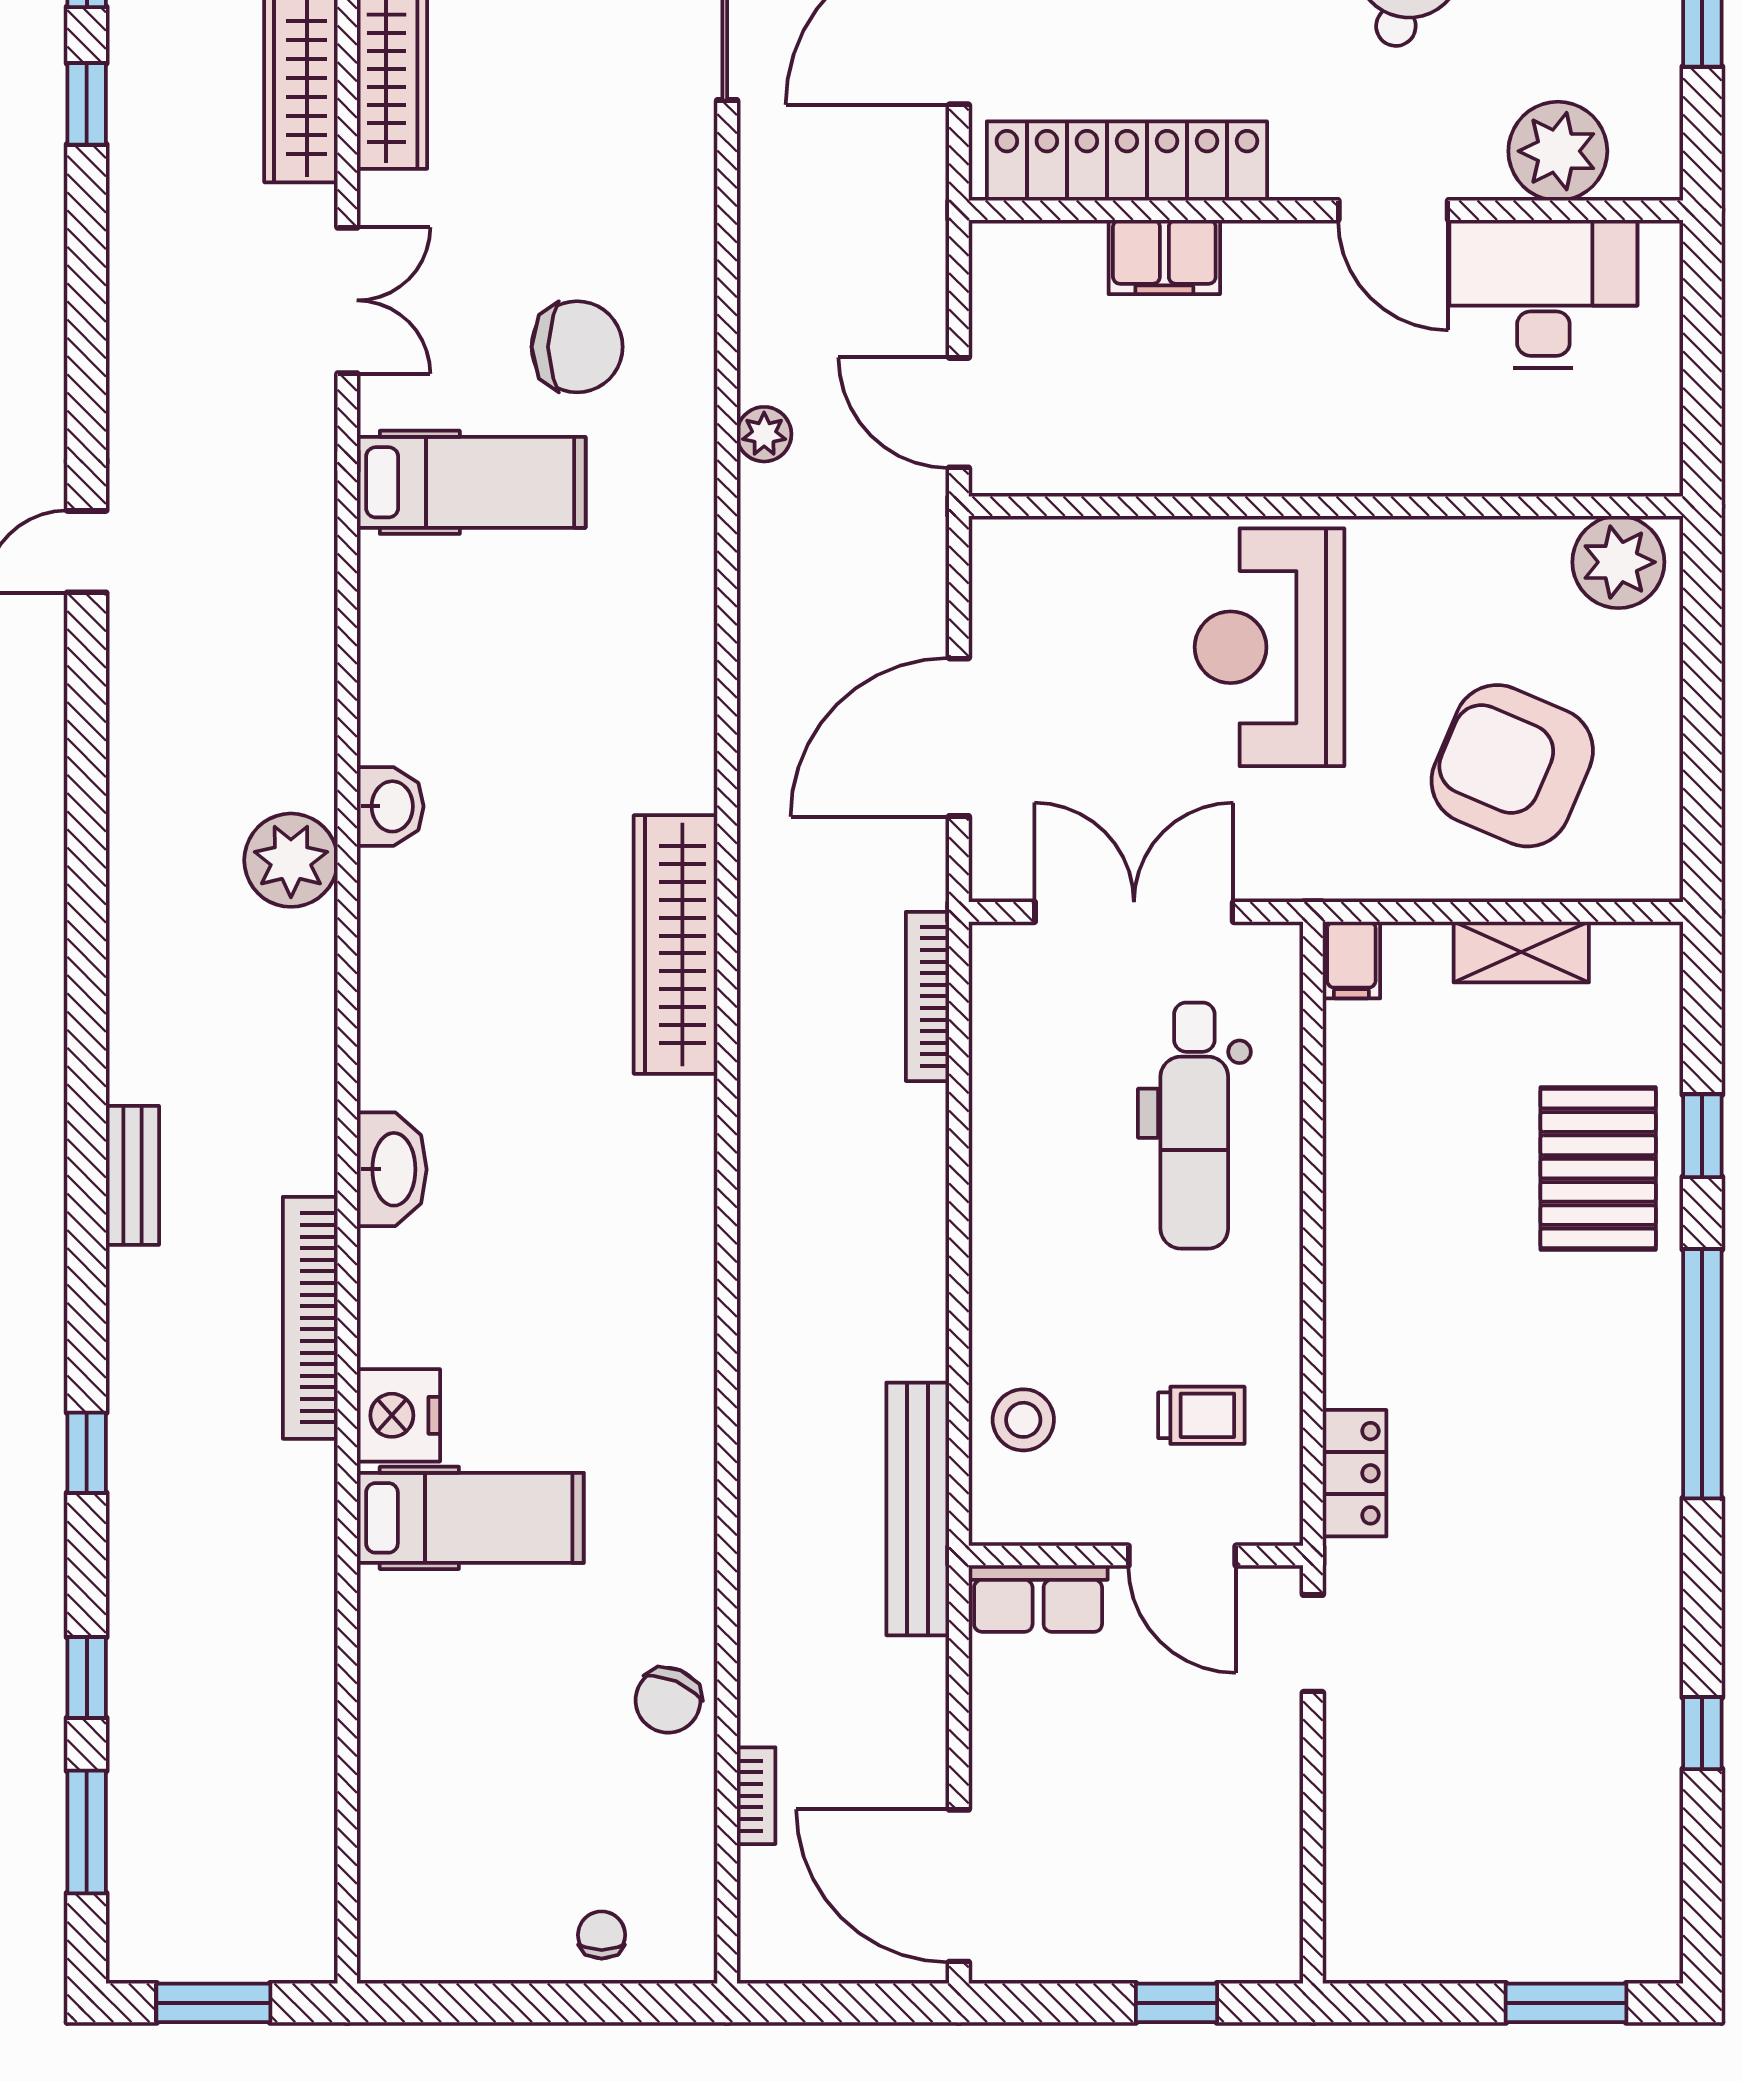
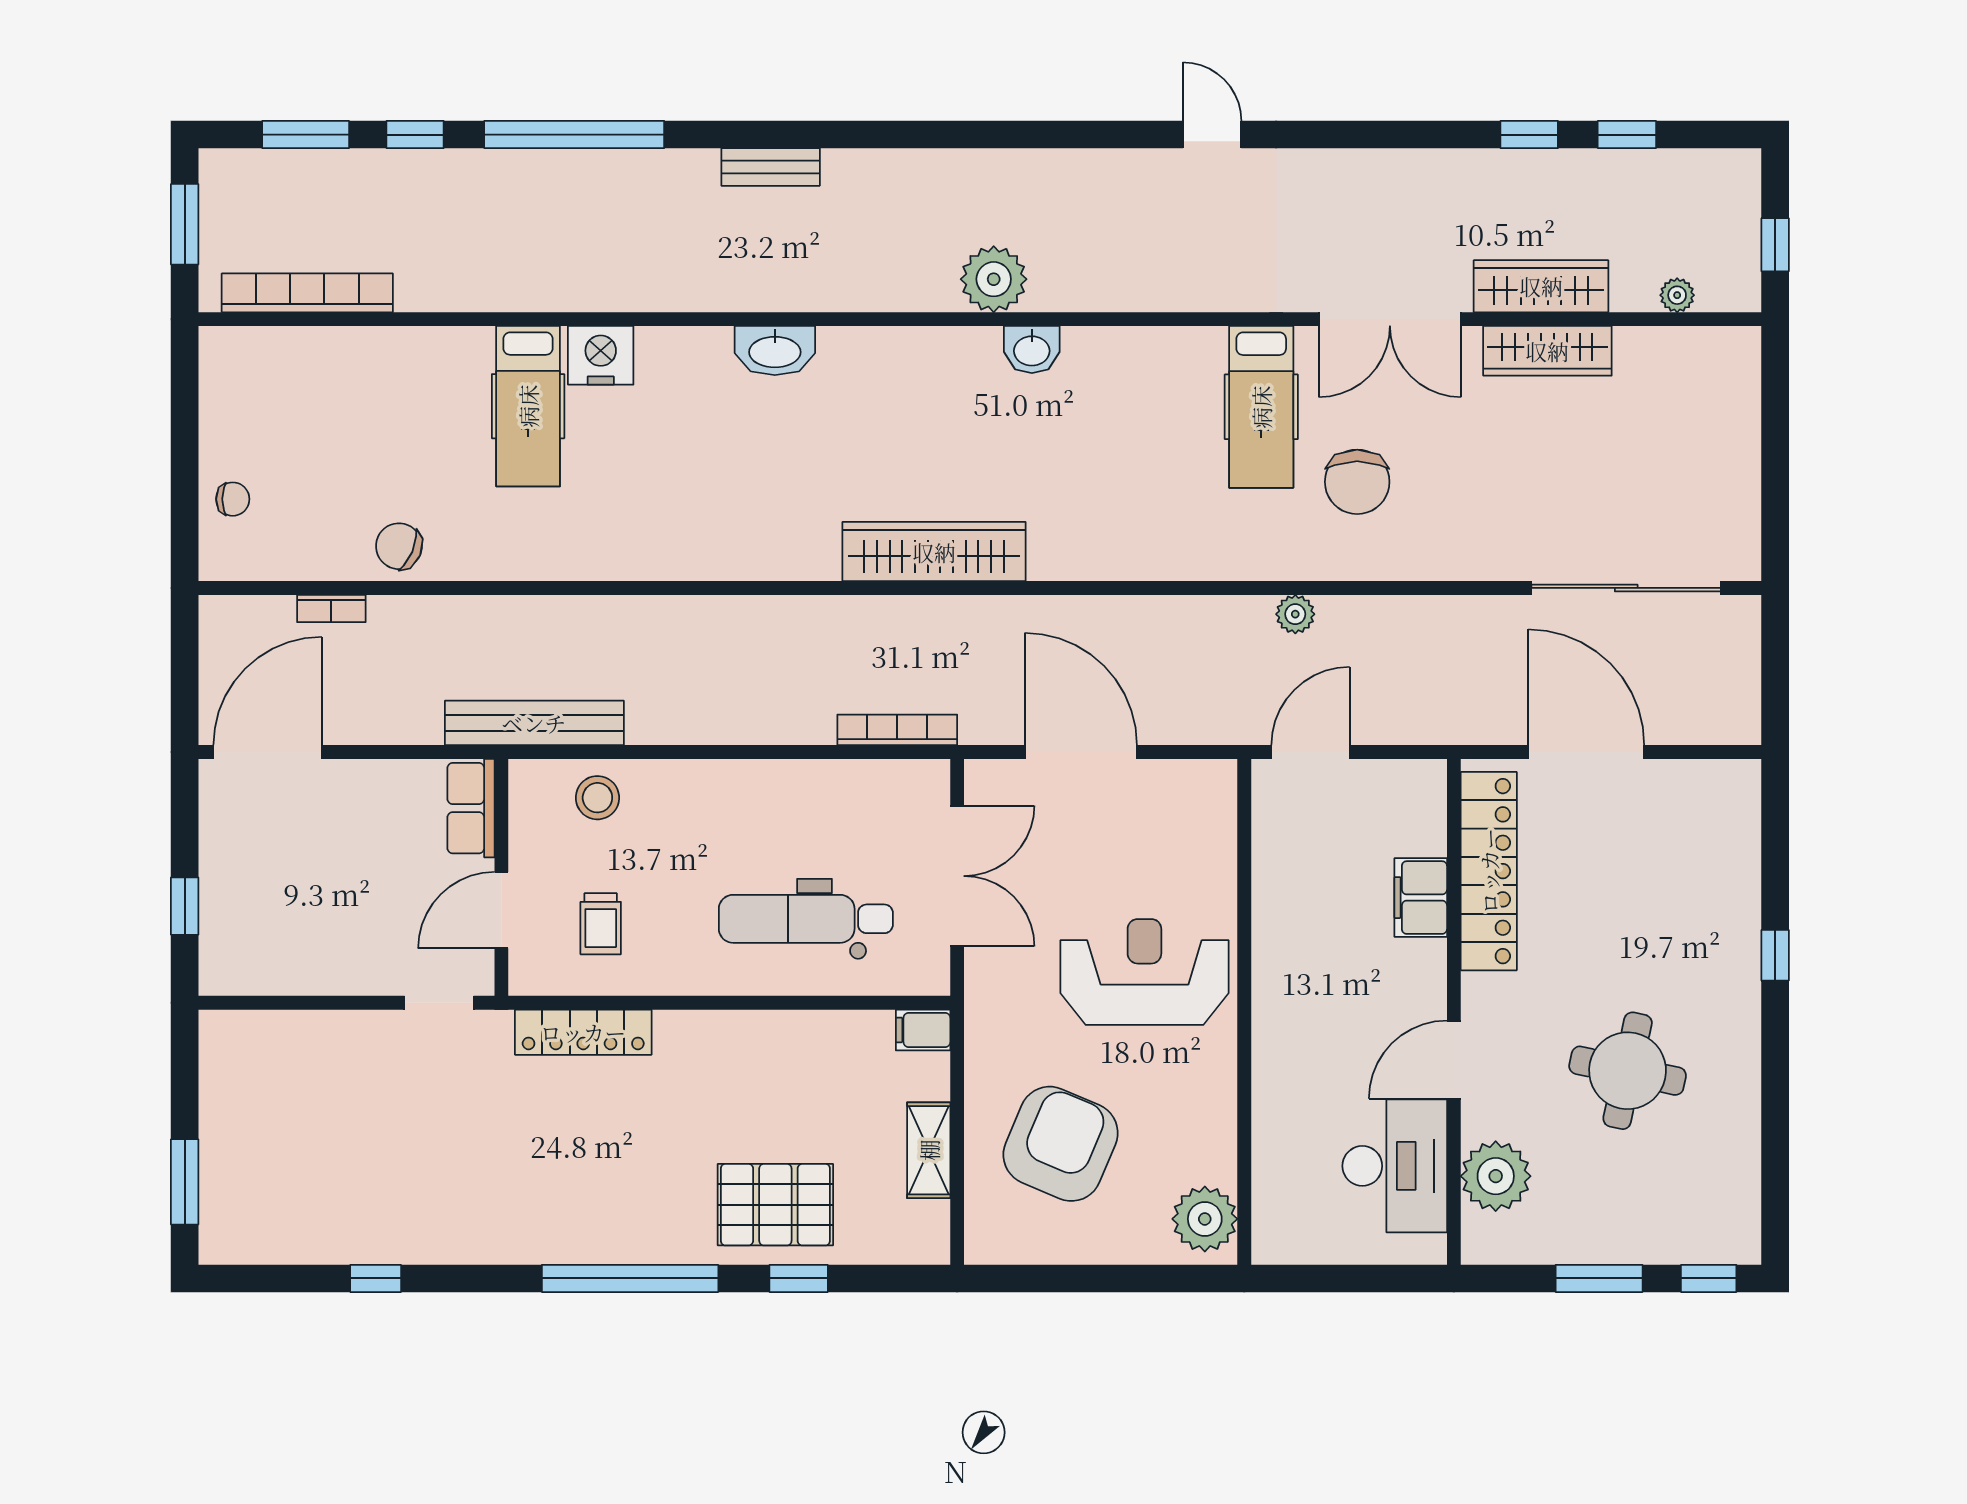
double door: (347, 300) -> (1390, 319), width x1.37
bookcase: (310, 1318) -> (307, 293), moved
window: (87, 1453) -> (574, 135), width x3.17
locker: (1354, 1473) -> (583, 1032), width x1.53

